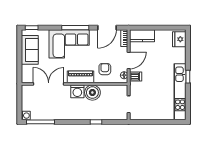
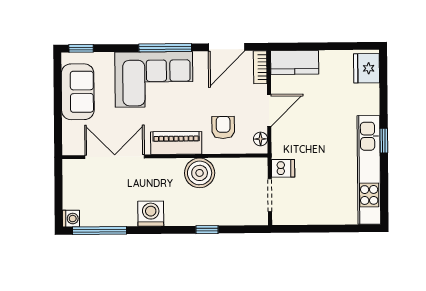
dishwasher: (136, 77) -> (283, 168), moved
washing machine: (77, 91) -> (151, 214), moved, turned 180

